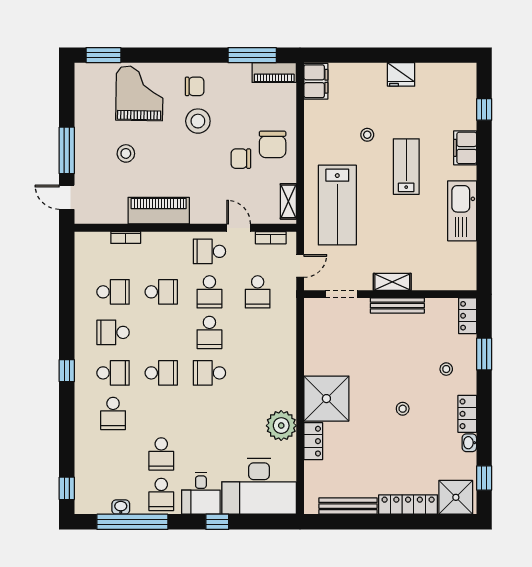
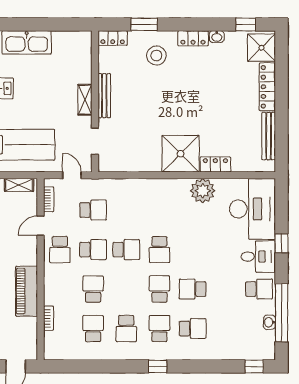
stool: (446, 369) -> (156, 56), width x1.89, depth x1.89
stool: (403, 409) -> (189, 91), removed
school desk: (161, 454) -> (193, 289), moved, turned 180

